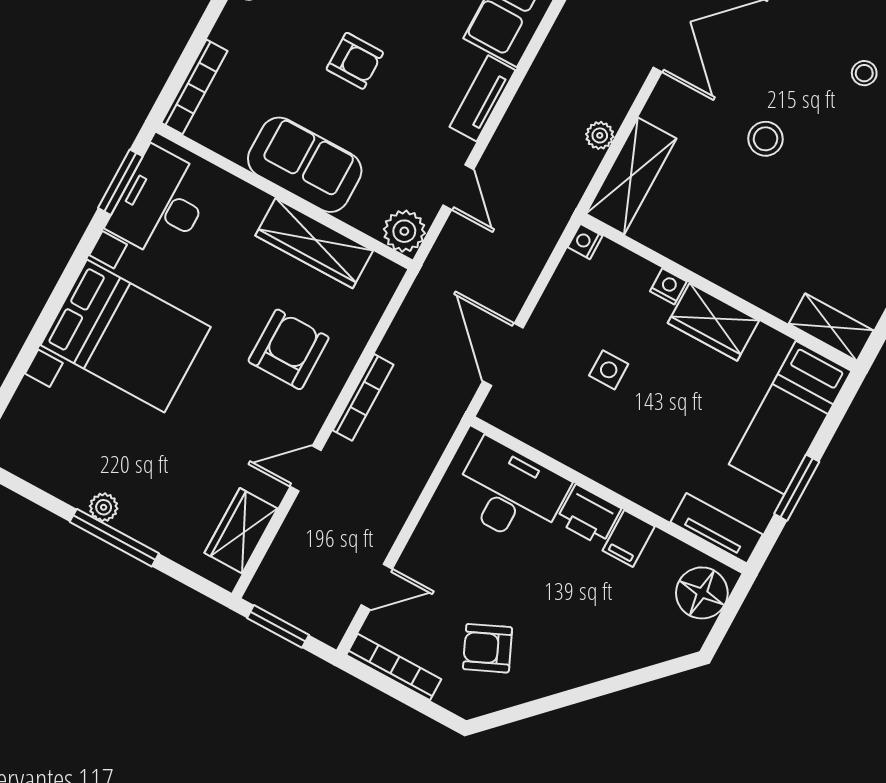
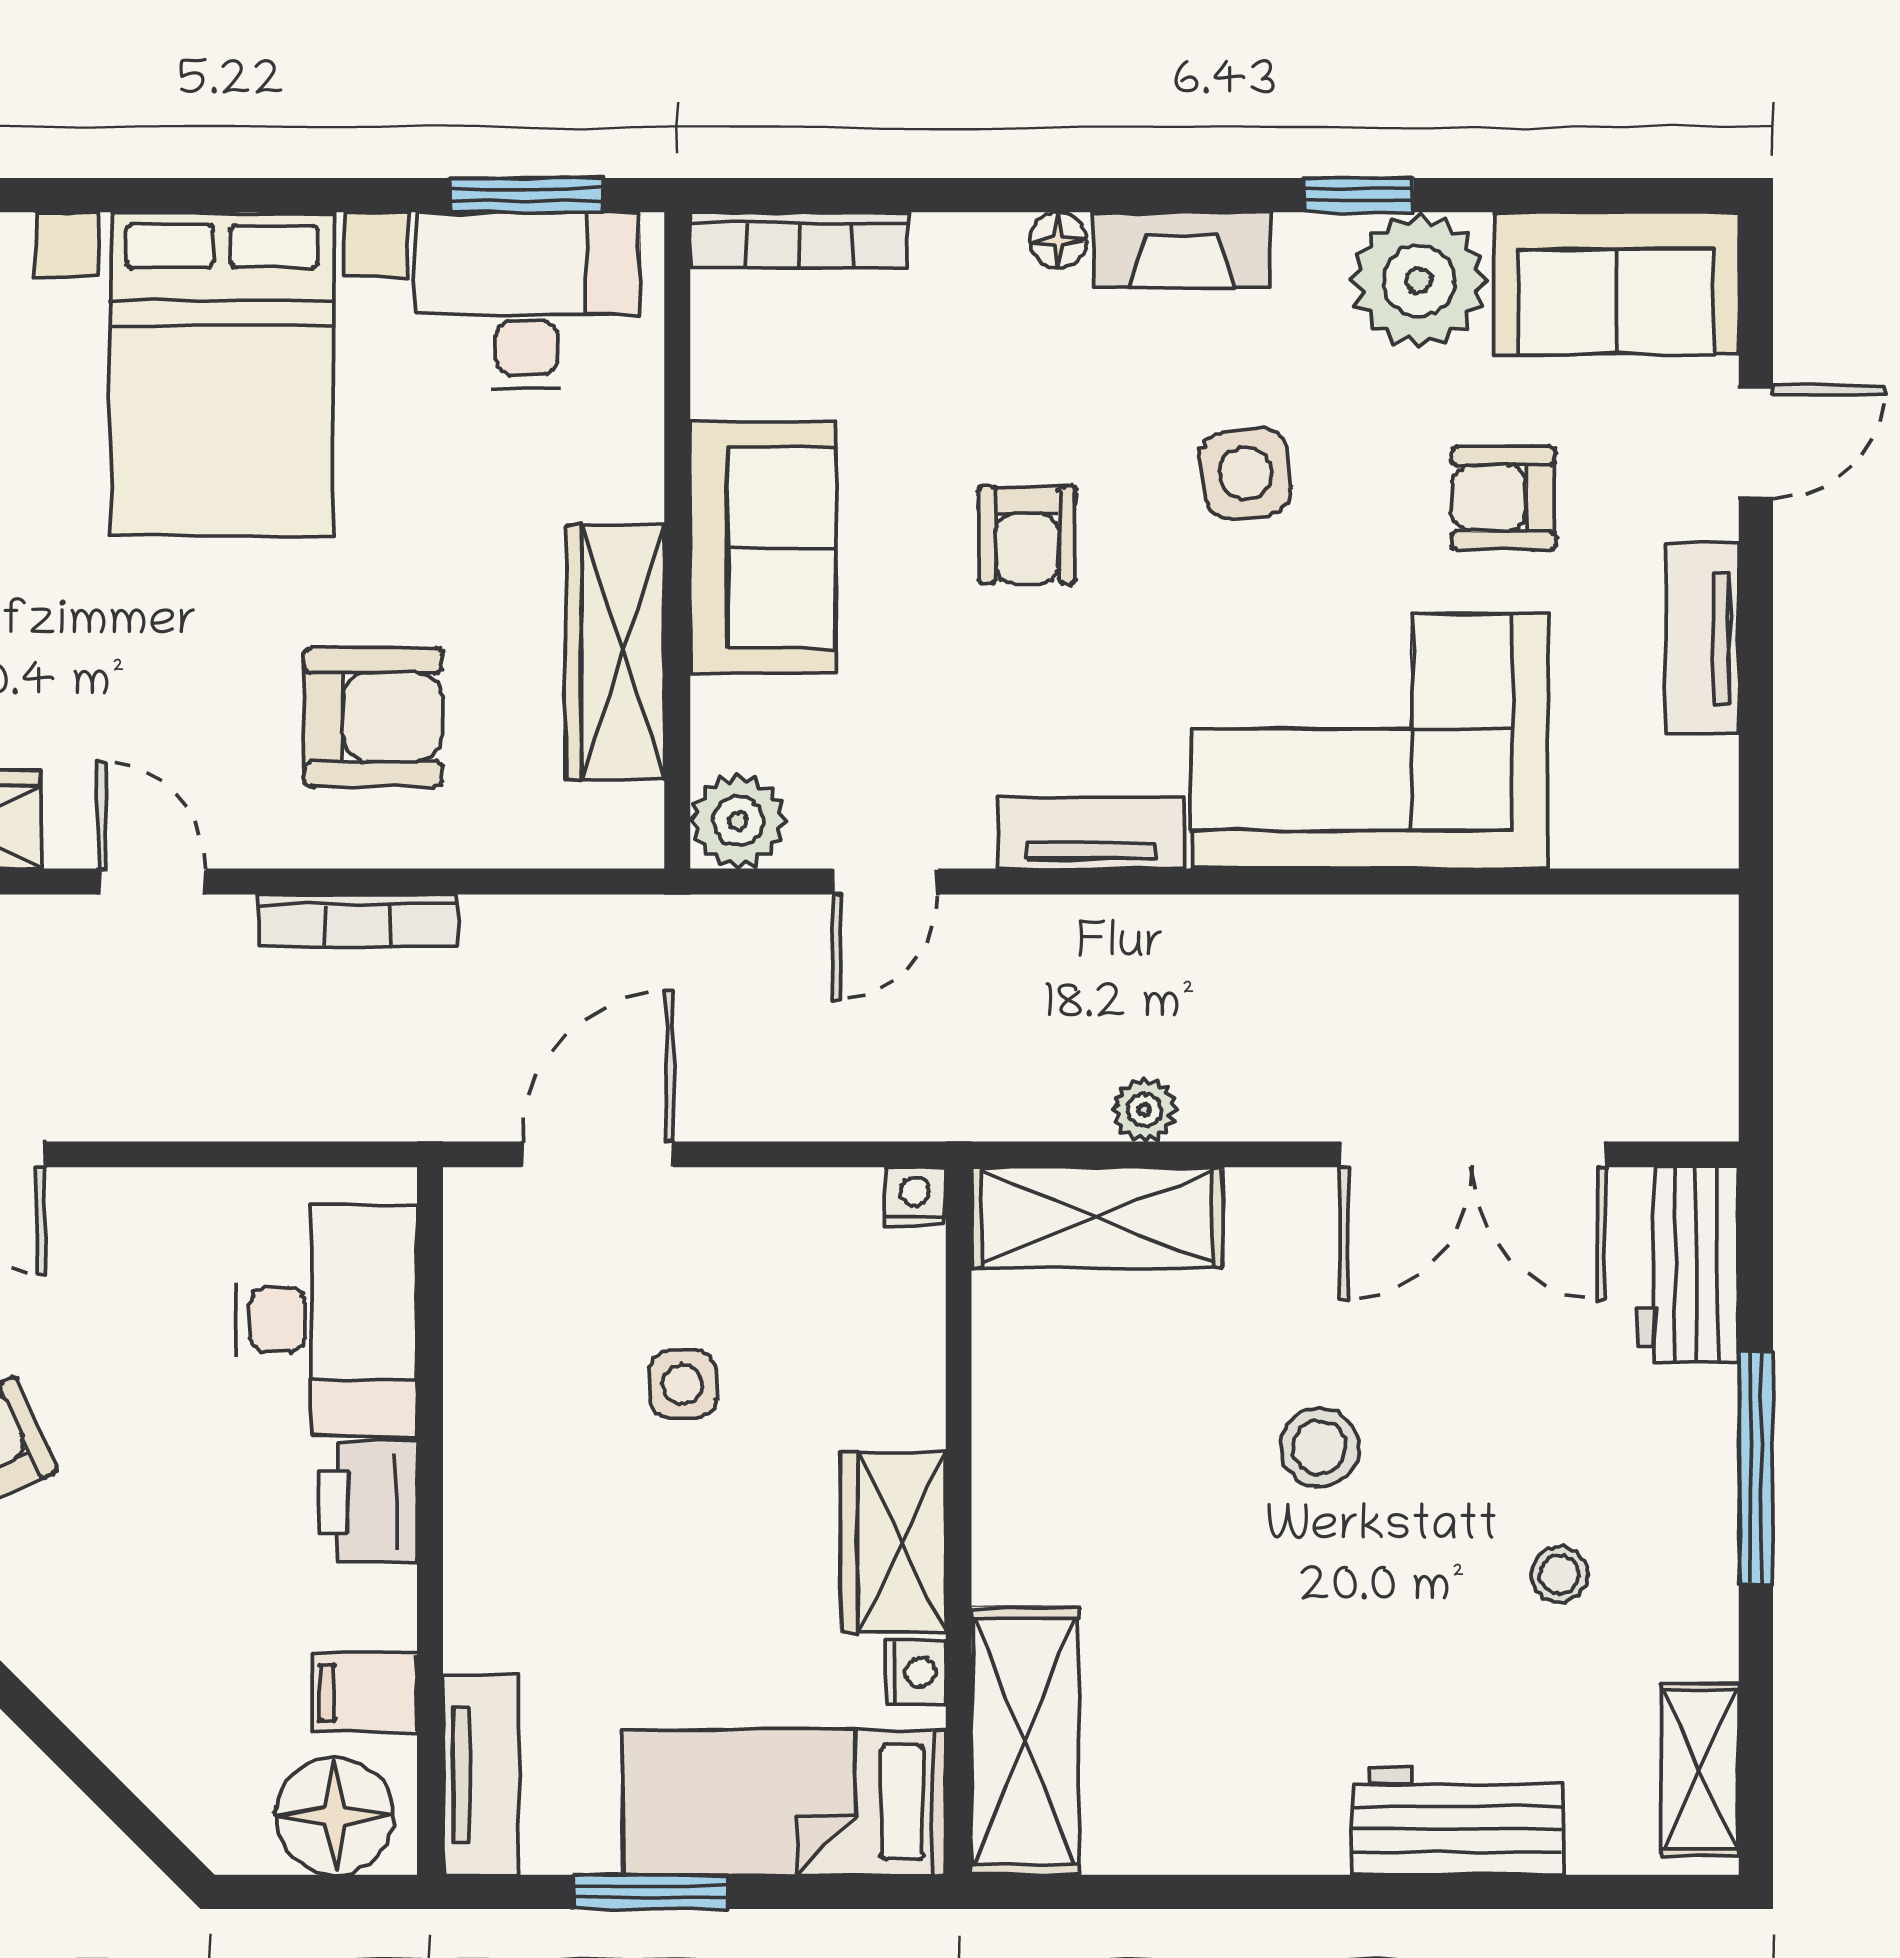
nightstand: (668, 286) -> (916, 1672), moved
shelving: (831, 327) -> (1025, 1741), width x1.50, depth x1.33
filing cabinet: (629, 538) -> (364, 1693), moved

